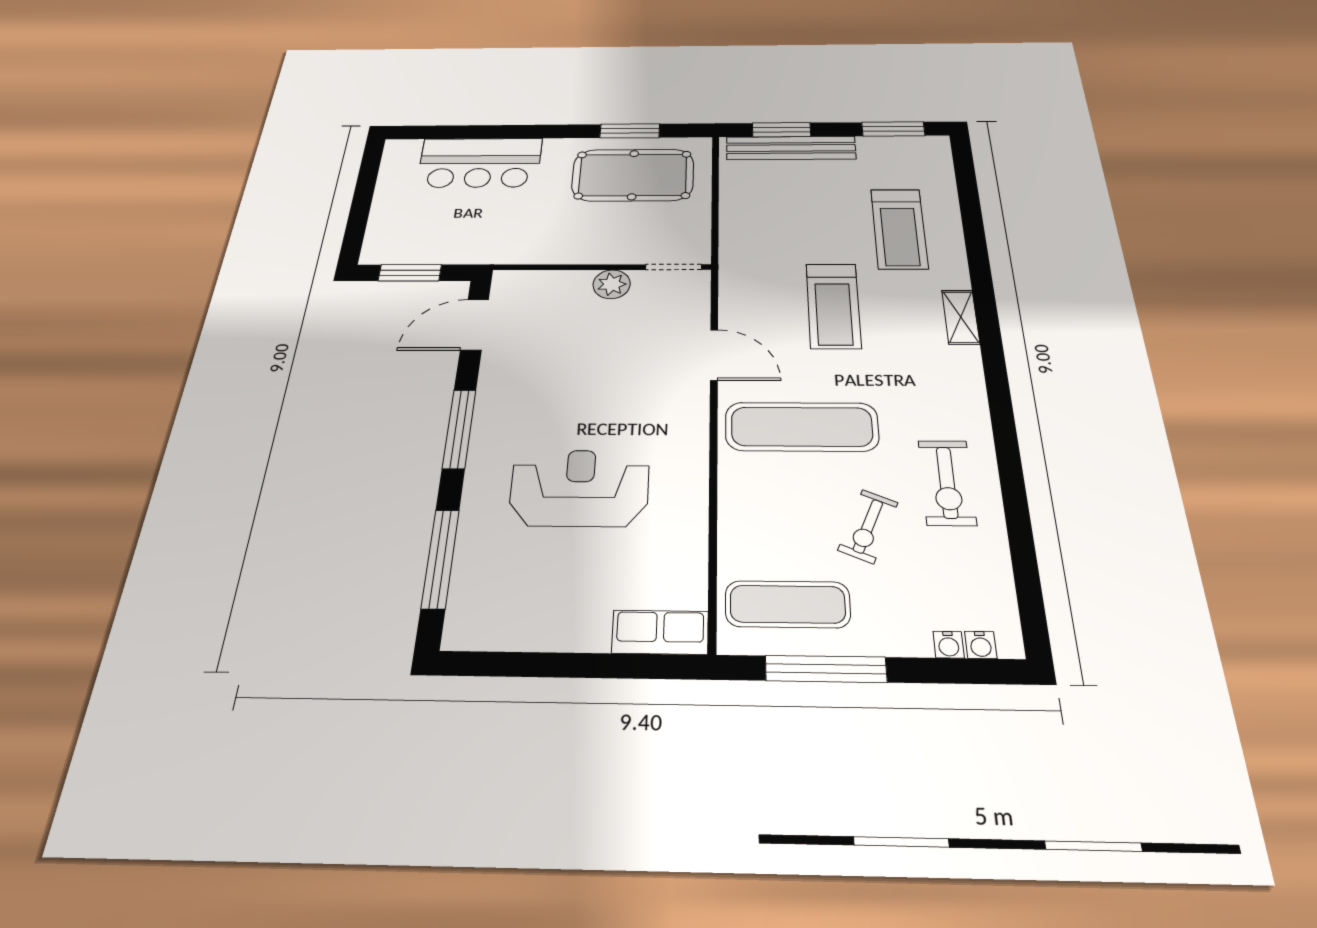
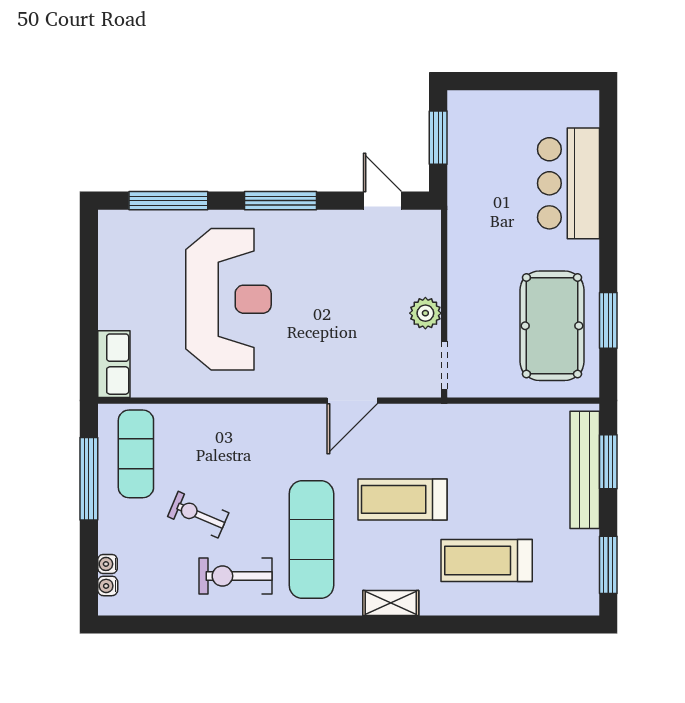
door: (475, 325) -> (382, 201), width x0.73
exercise mat: (802, 427) -> (311, 540), moved
reception desk: (579, 488) -> (228, 299), width x1.36, depth x1.30

